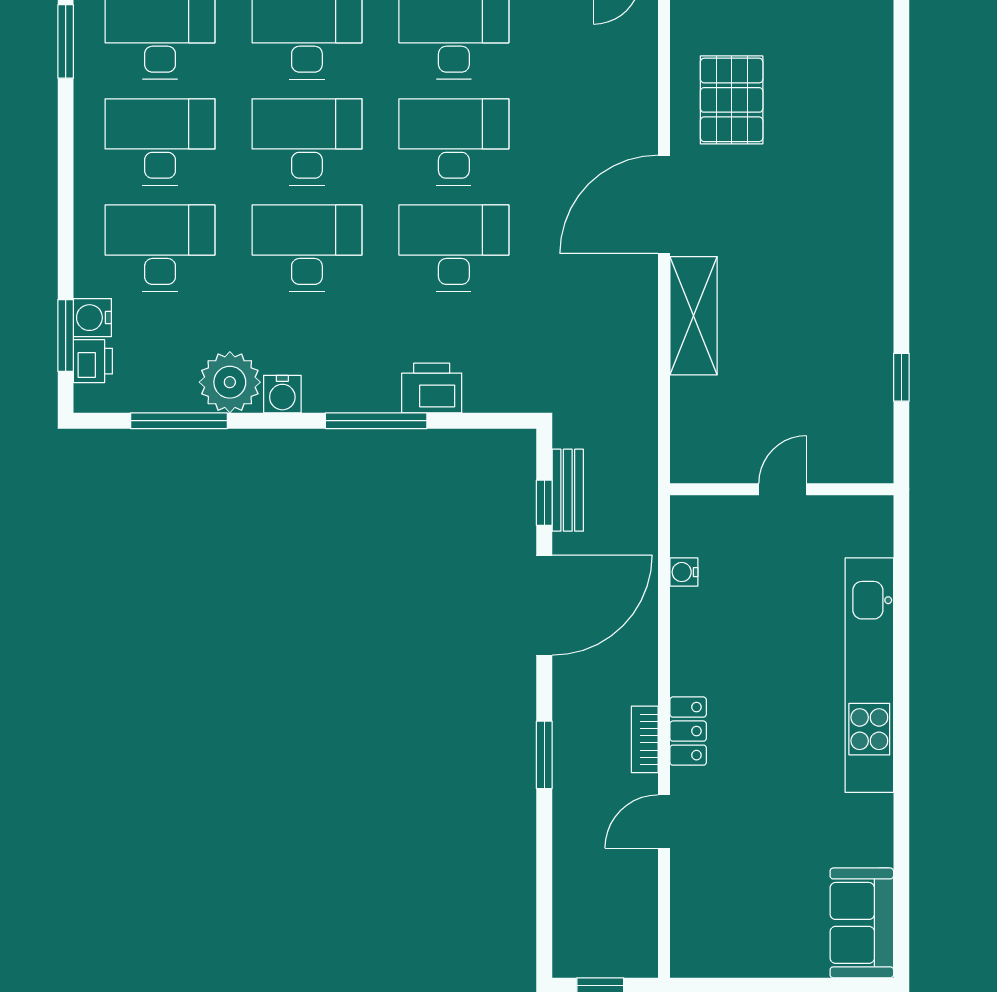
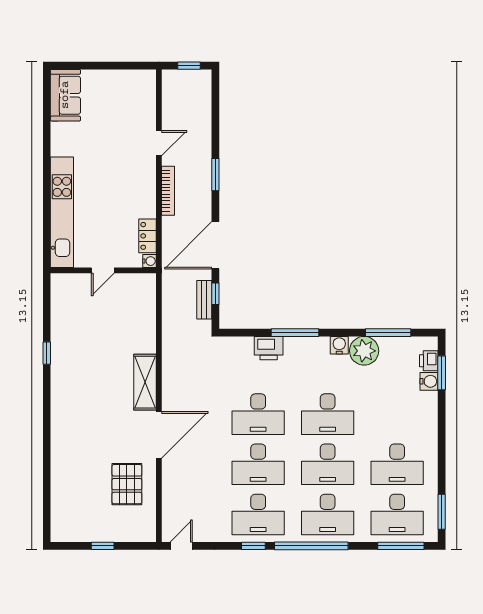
desk: (160, 248) -> (397, 414), removed
wall: (782, 489) -> (103, 270), moved
door: (783, 489) -> (103, 270), moved
locker: (688, 731) -> (148, 236), moved
bookcase: (645, 739) -> (168, 191), width x1.56

